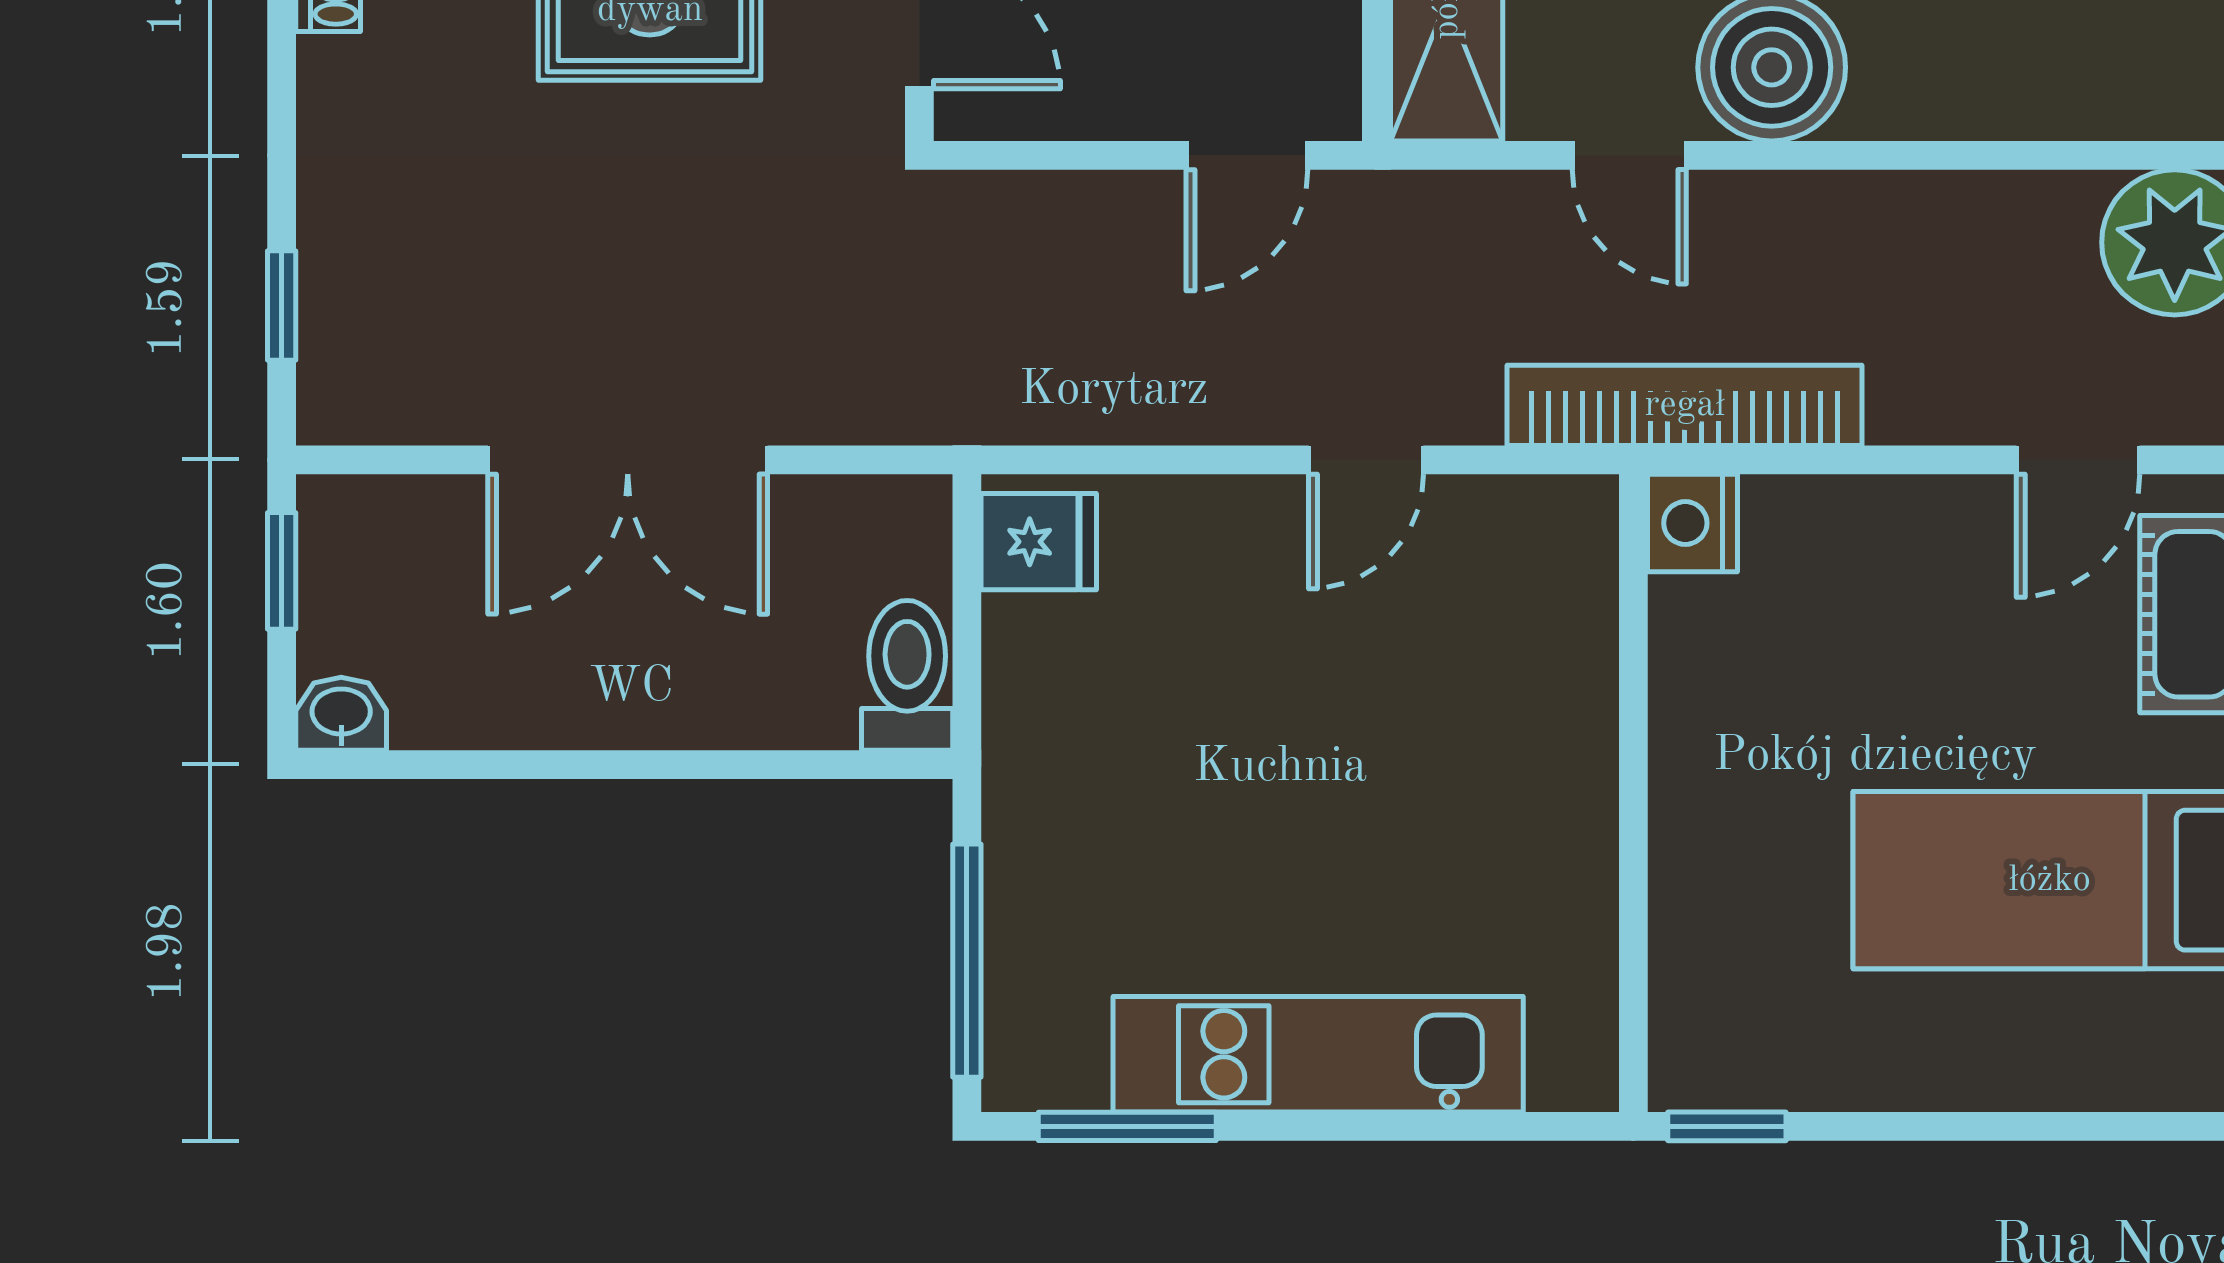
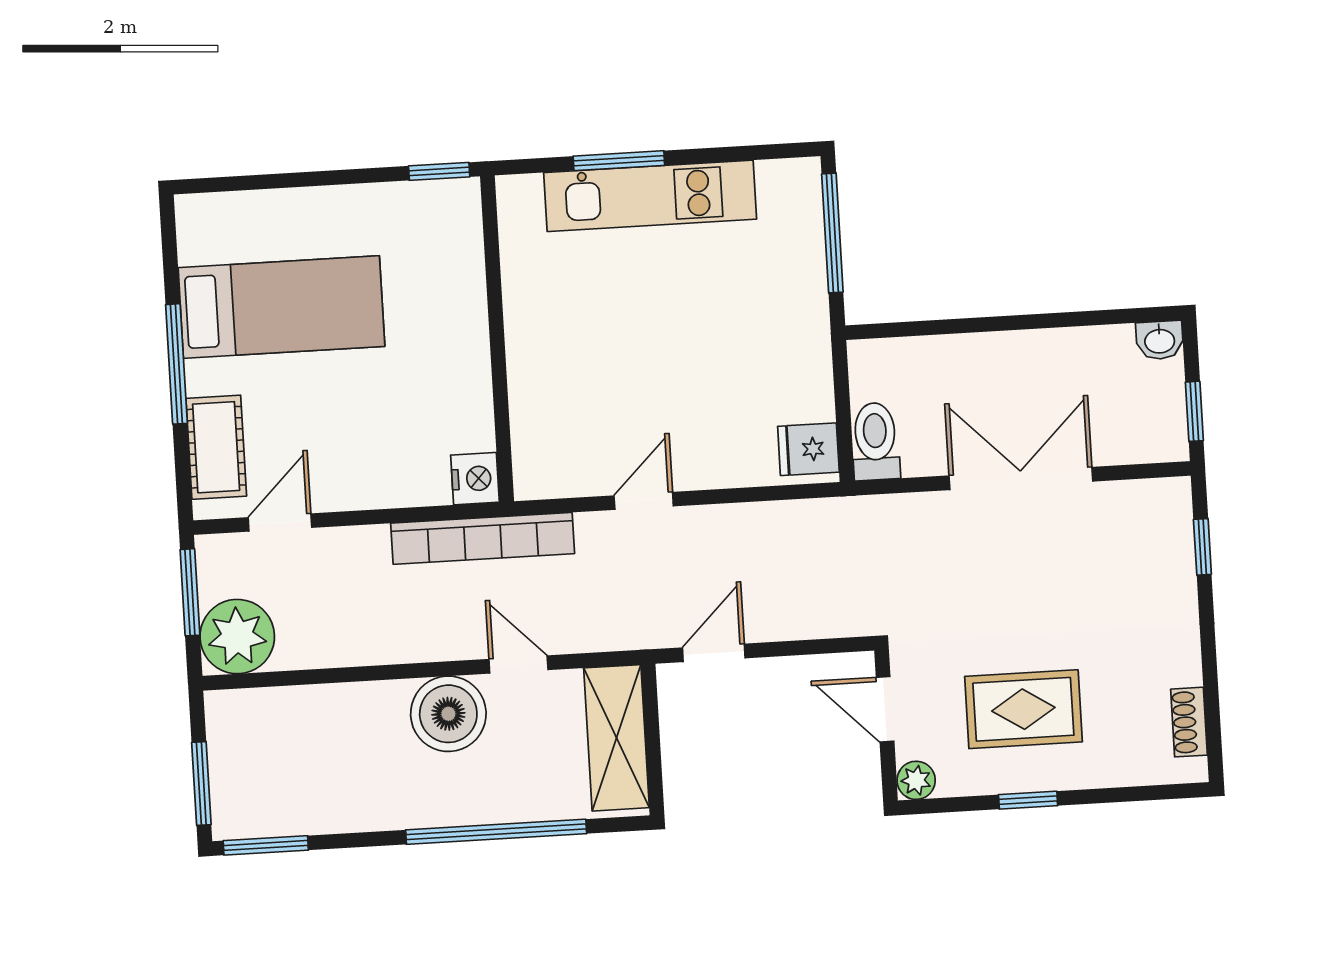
toilet: (907, 675) -> (875, 441), moved, turned 180
window: (1127, 1126) -> (619, 161), moved

